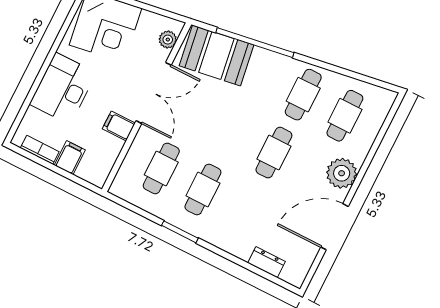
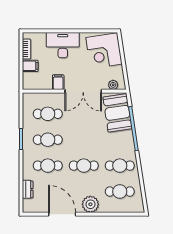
cafe table: (245, 211) -> (48, 166), added

